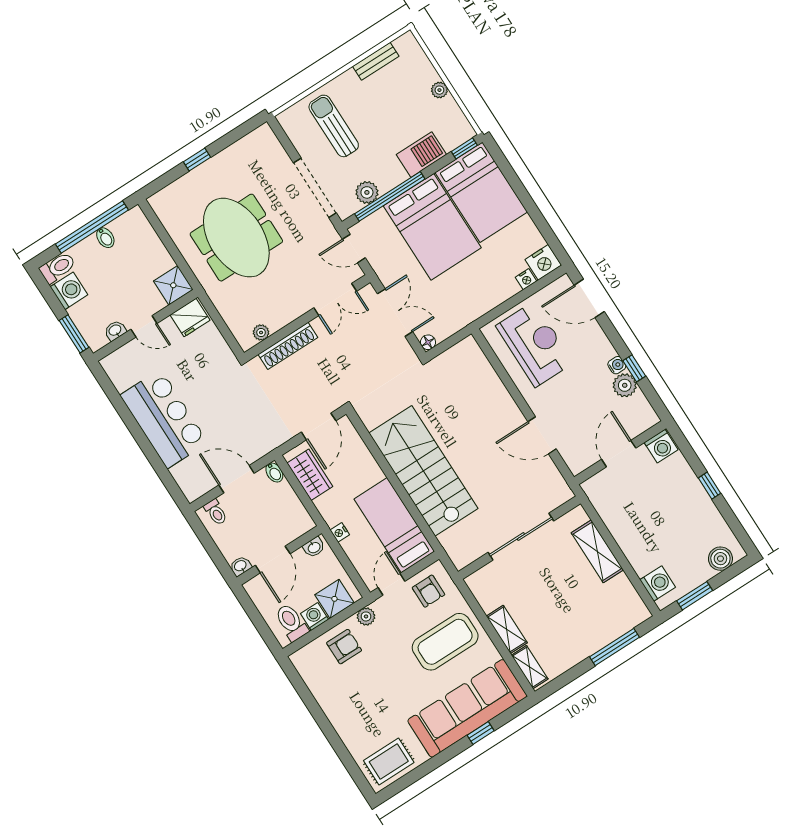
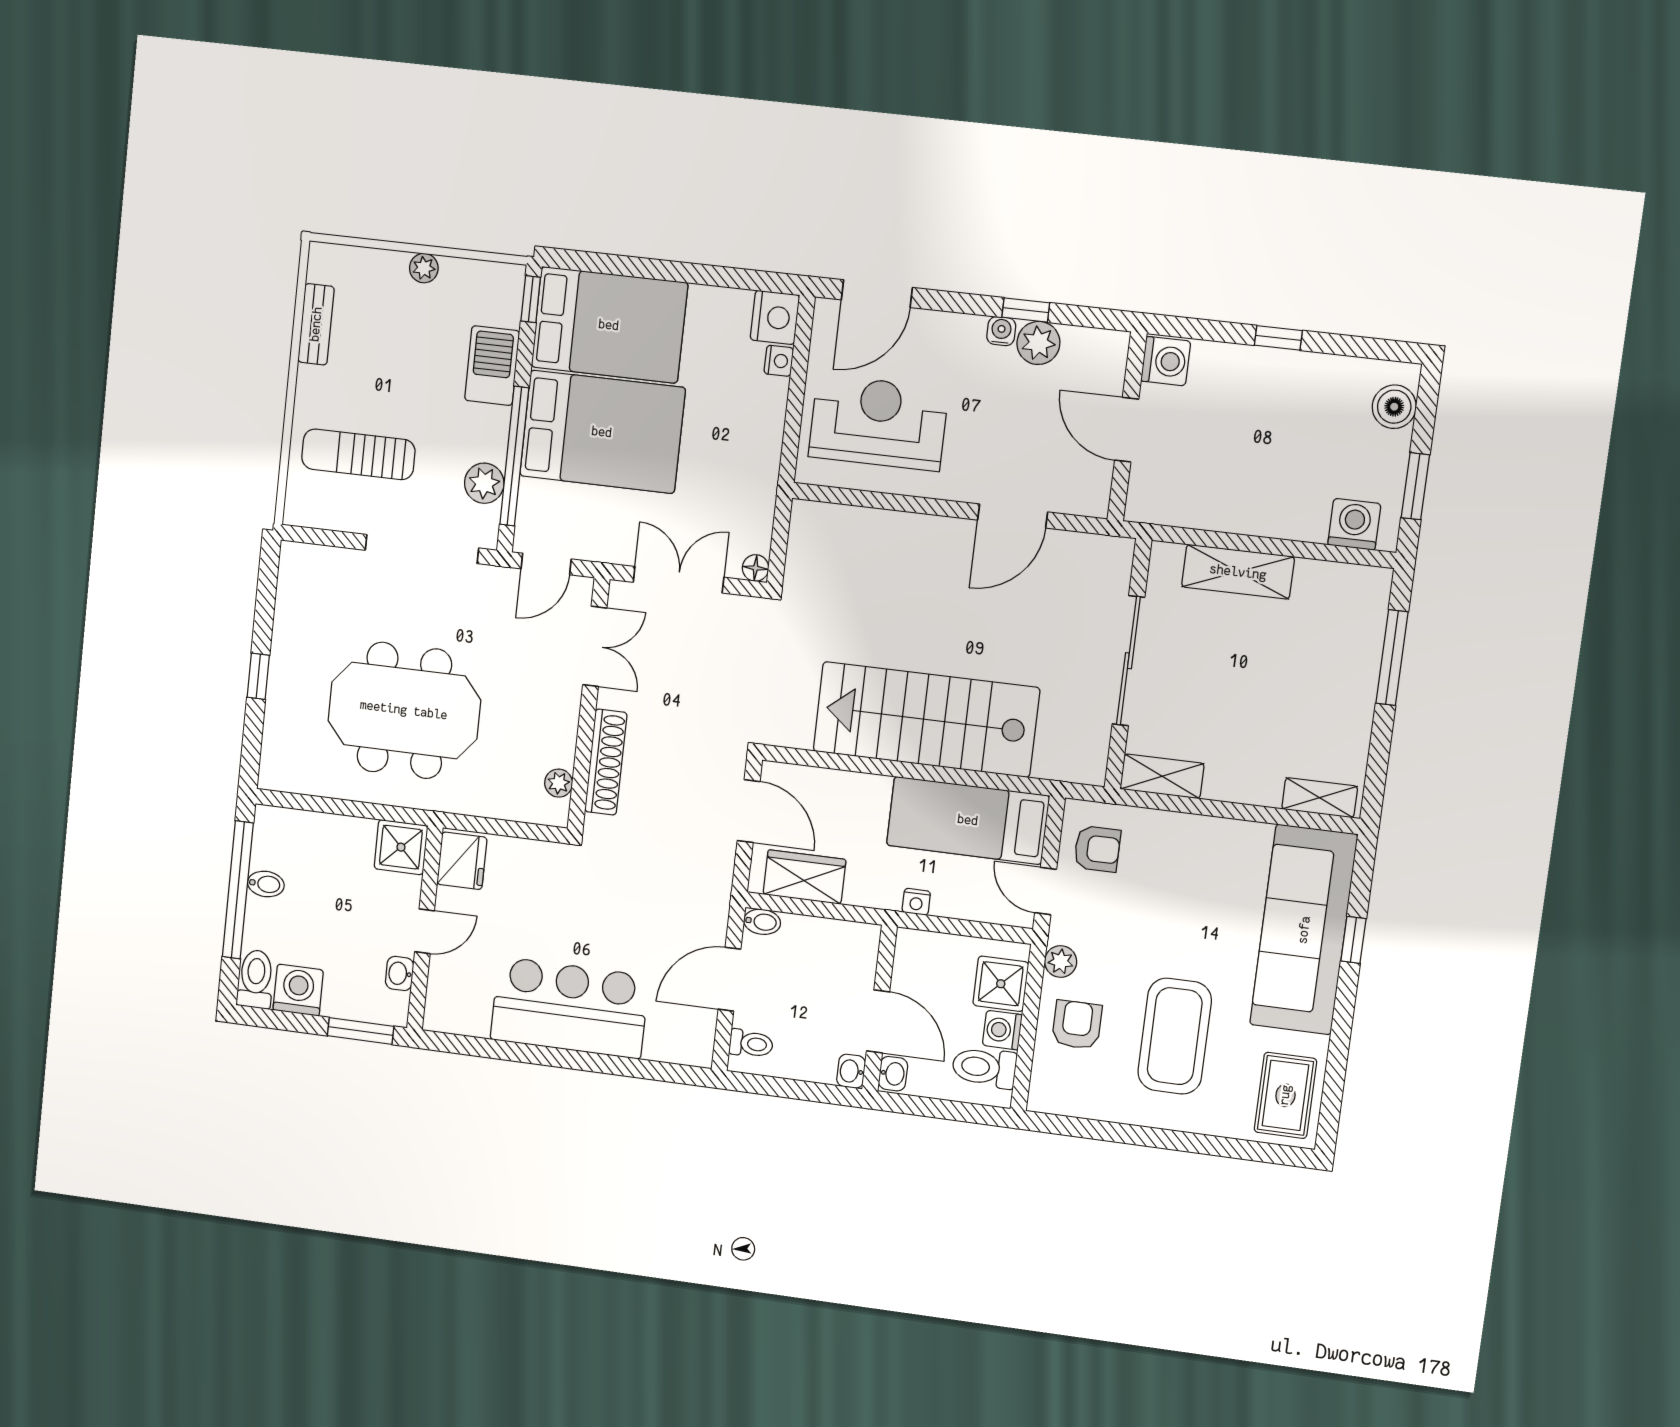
washbasin: (314, 547) -> (893, 1074), moved
shelving: (507, 629) -> (1162, 776), moved
coffee table: (445, 642) -> (1175, 1036), moved

